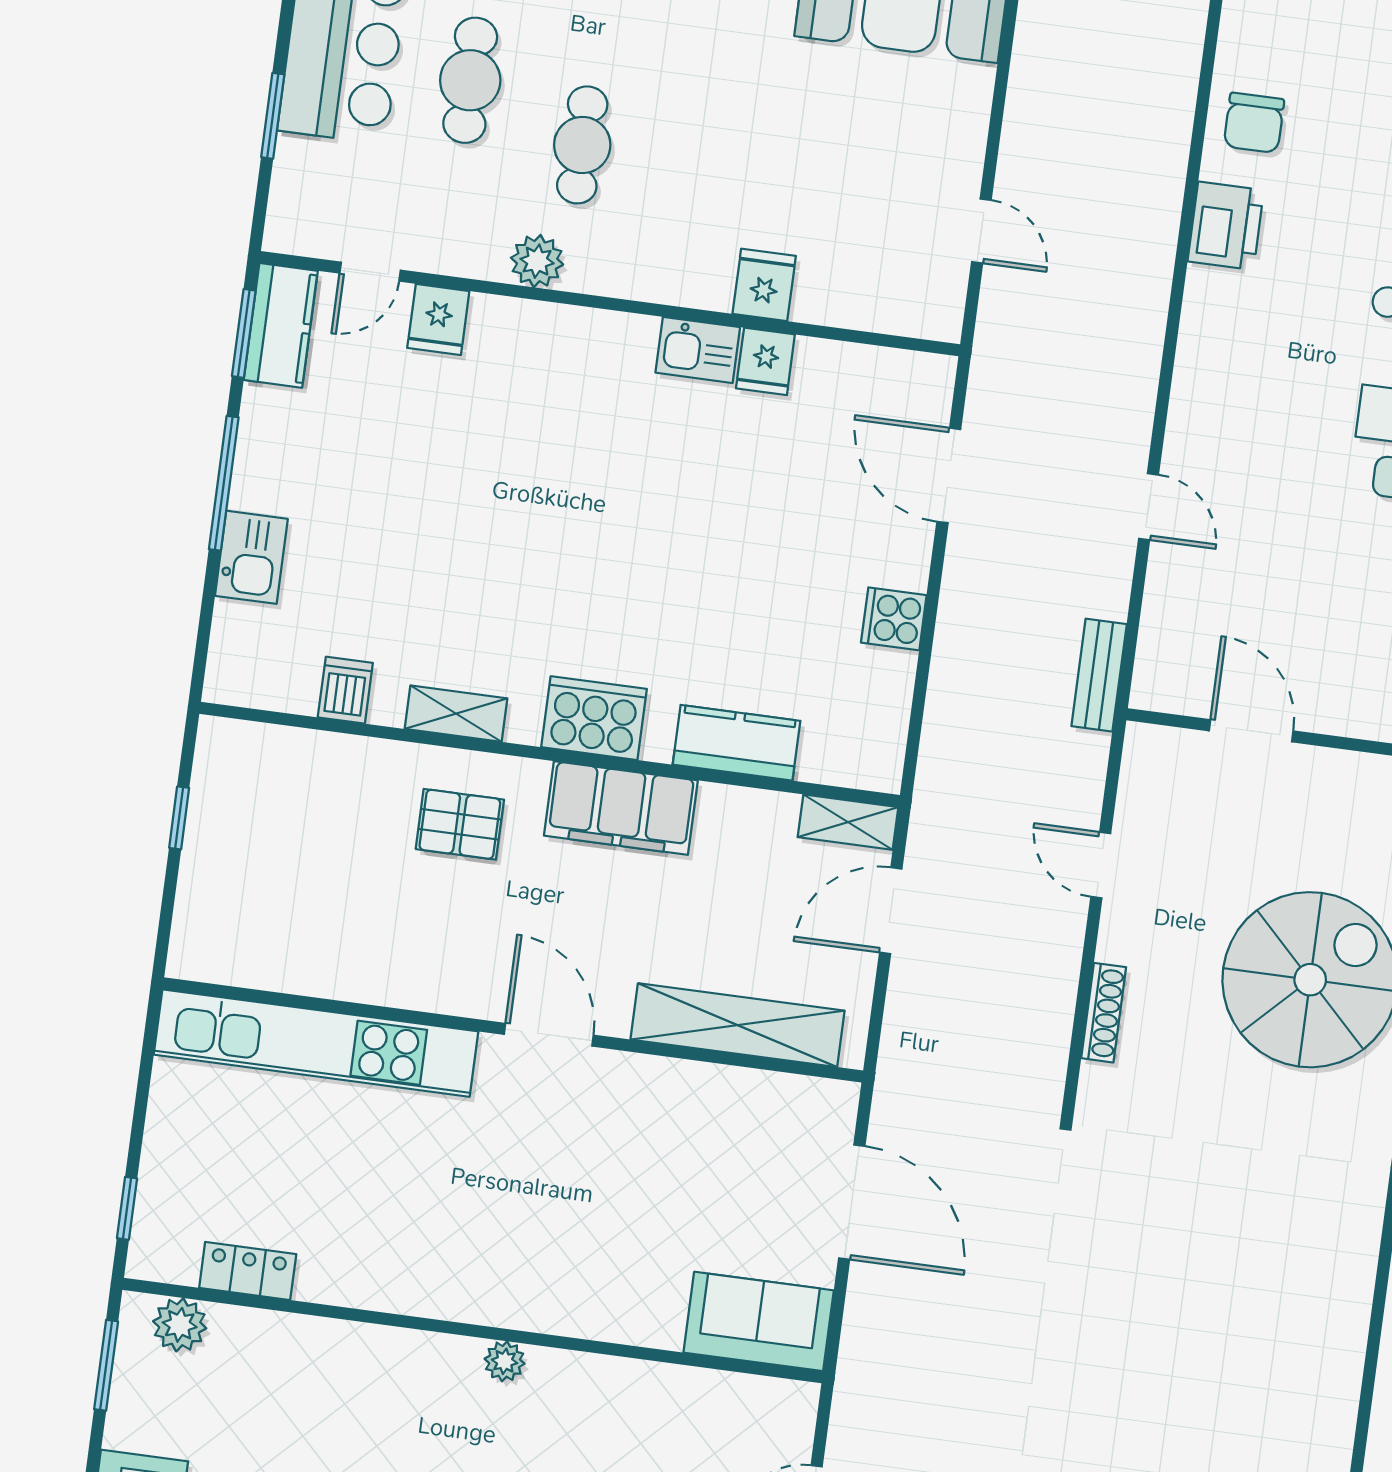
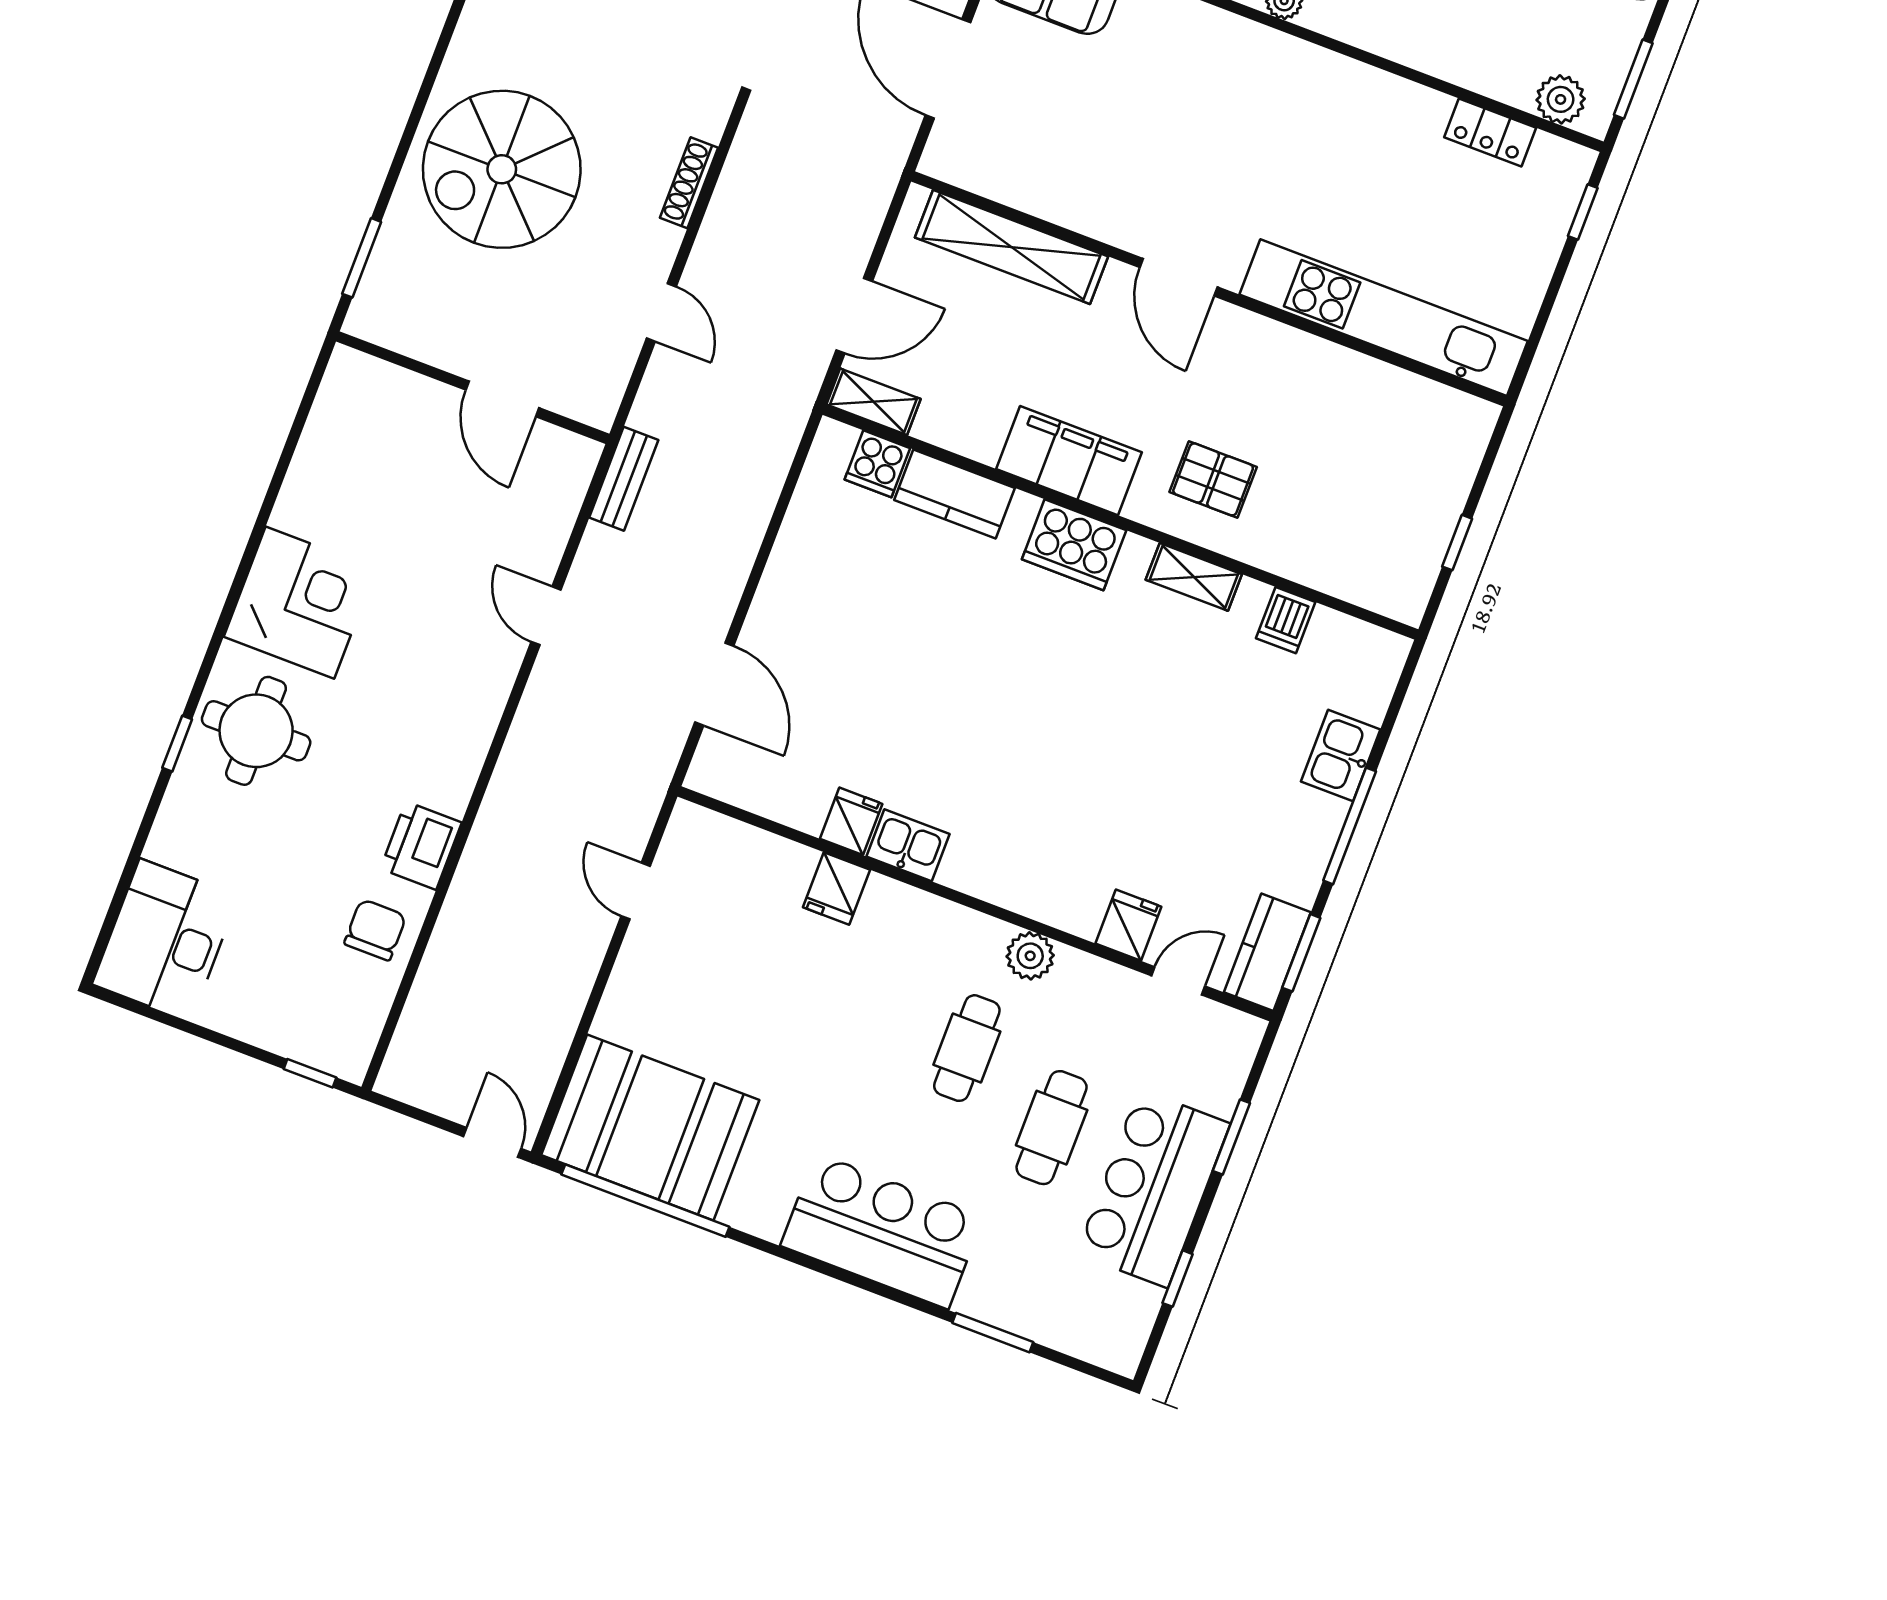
cooker: (894, 619) -> (877, 464), moved, turned 90

